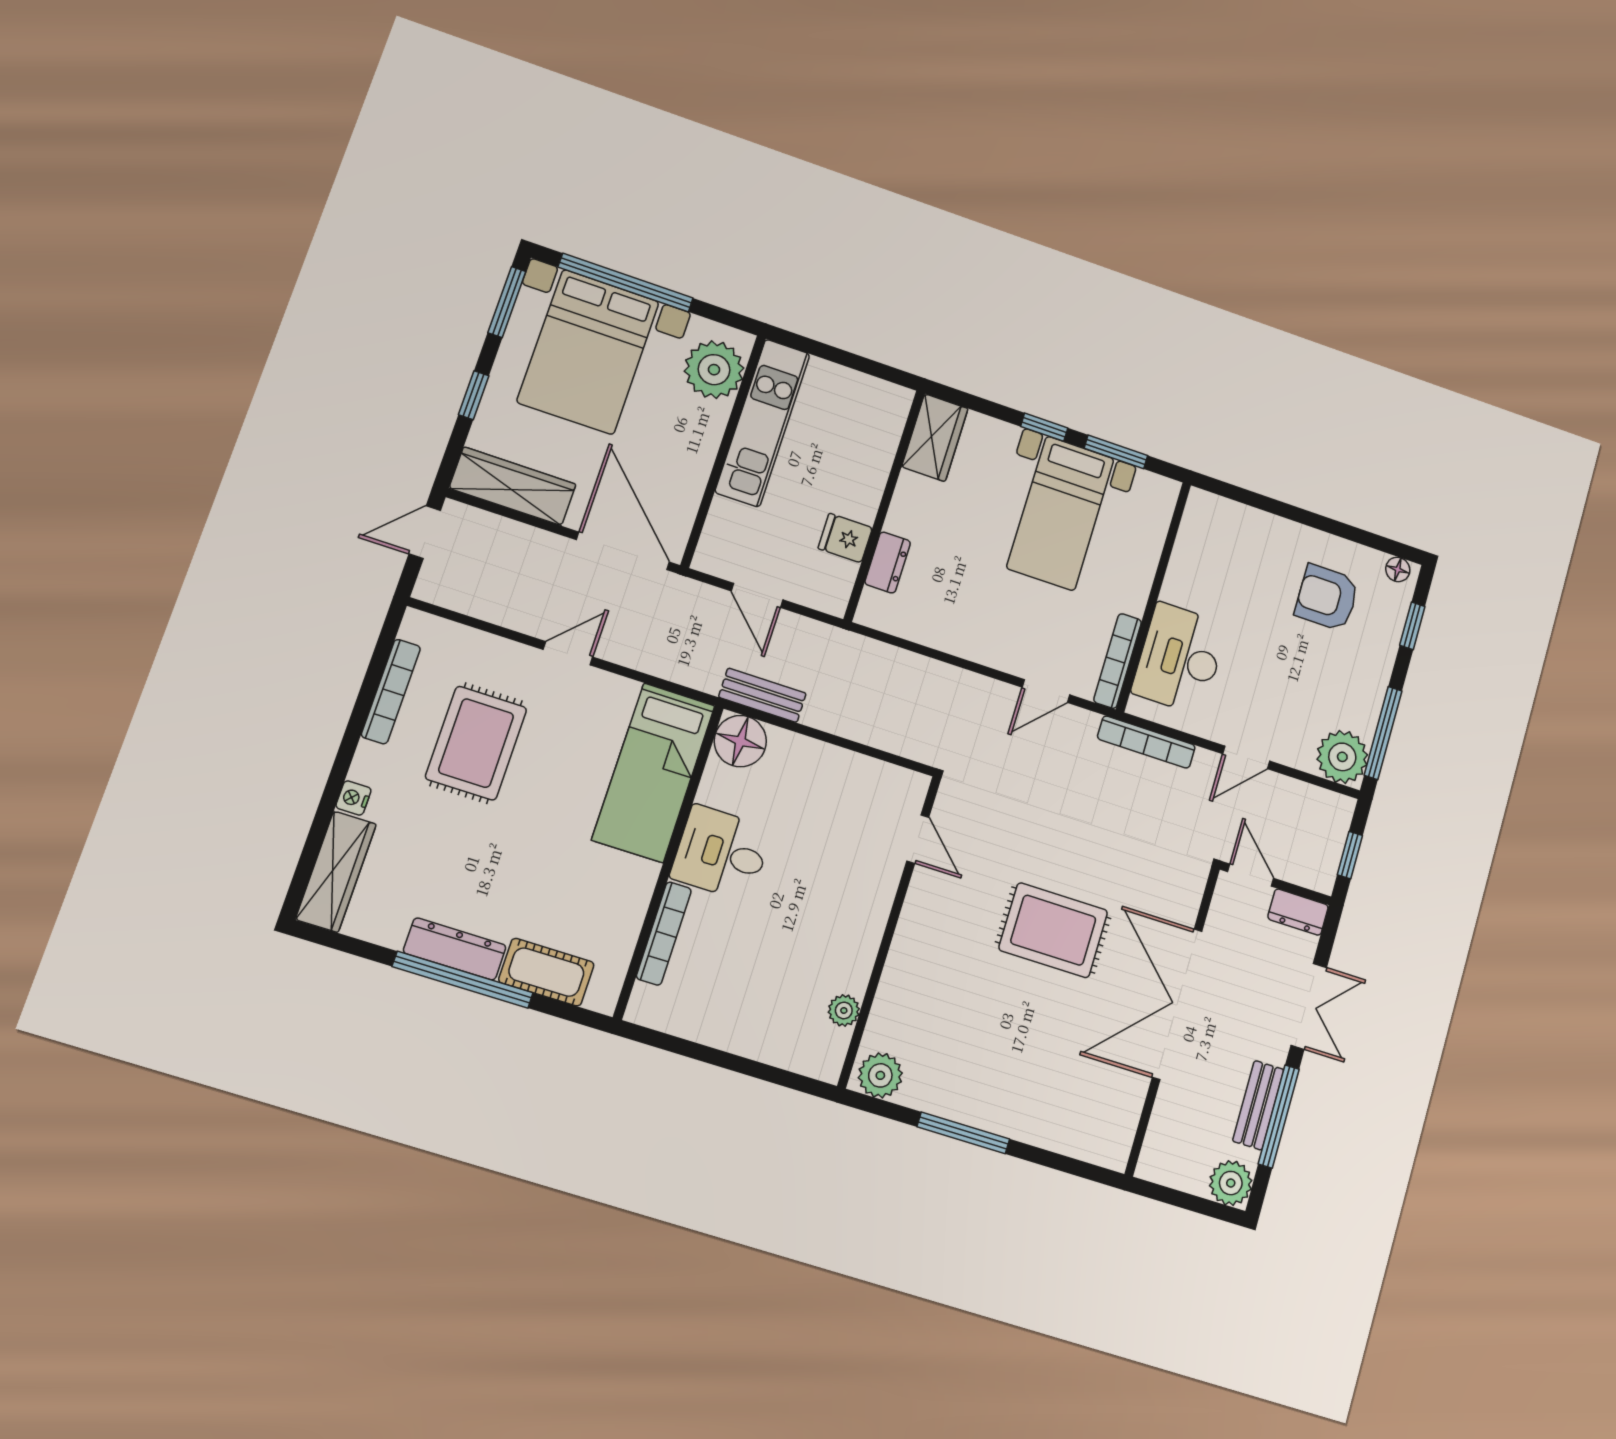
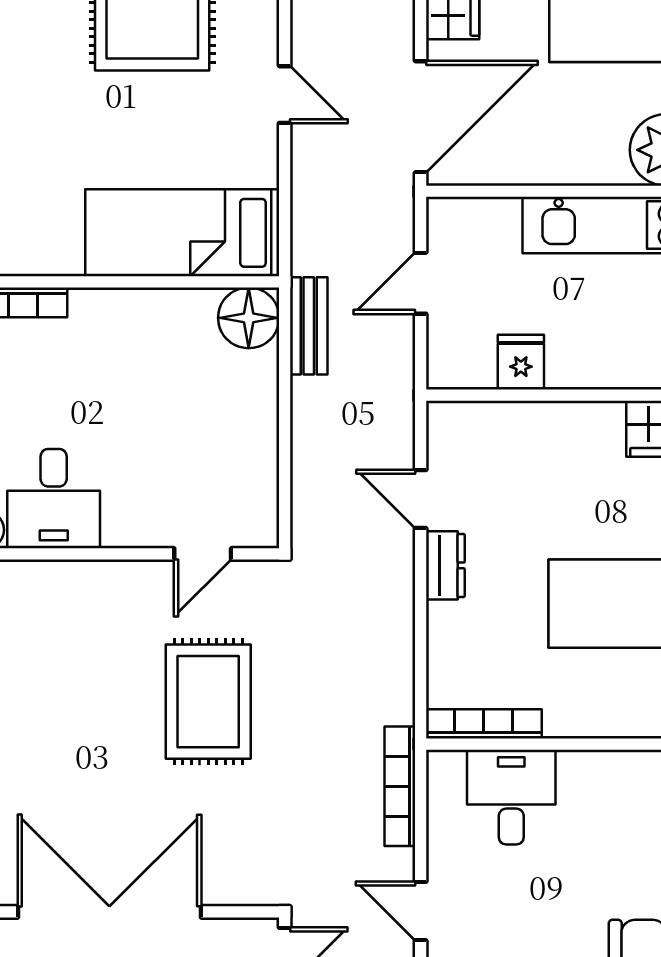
dresser: (888, 562) -> (445, 565), moved, turned -90
desk: (1180, 659) -> (511, 797), width x0.73
door: (1046, 691) -> (421, 499), moved
desk: (721, 853) -> (54, 499), moved, turned 180
rug: (1053, 930) -> (208, 702), moved

